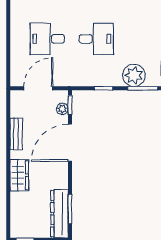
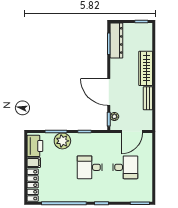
door: (70, 143) -> (109, 92), swing flipped
wardrobe: (19, 175) -> (146, 68), width x1.50

